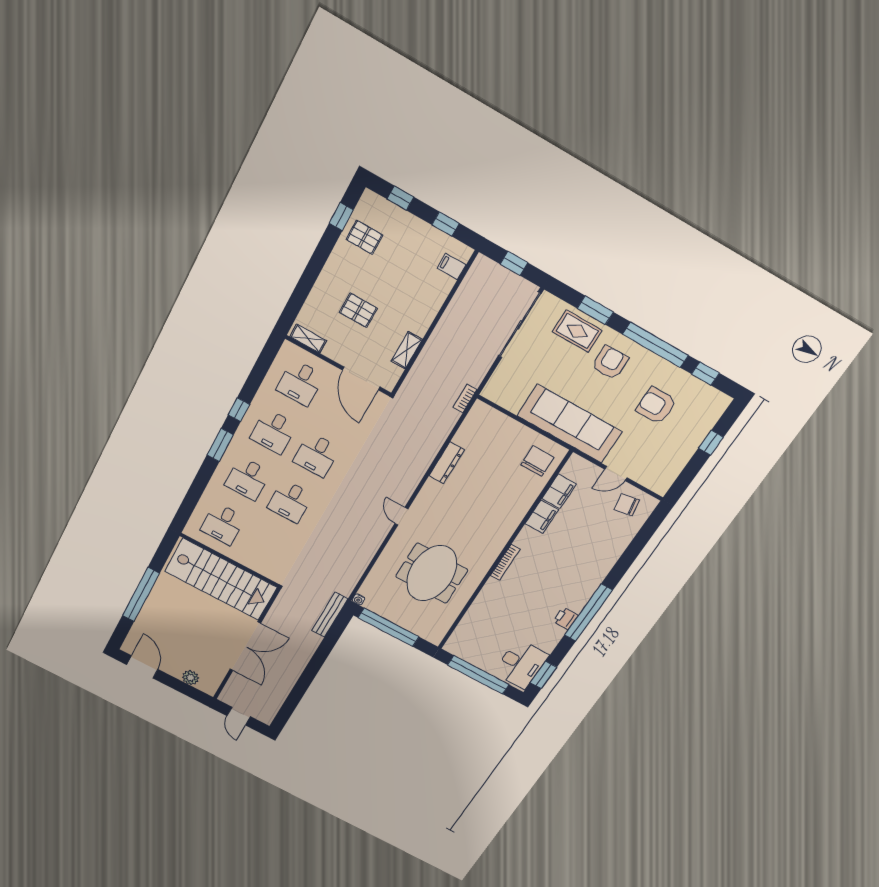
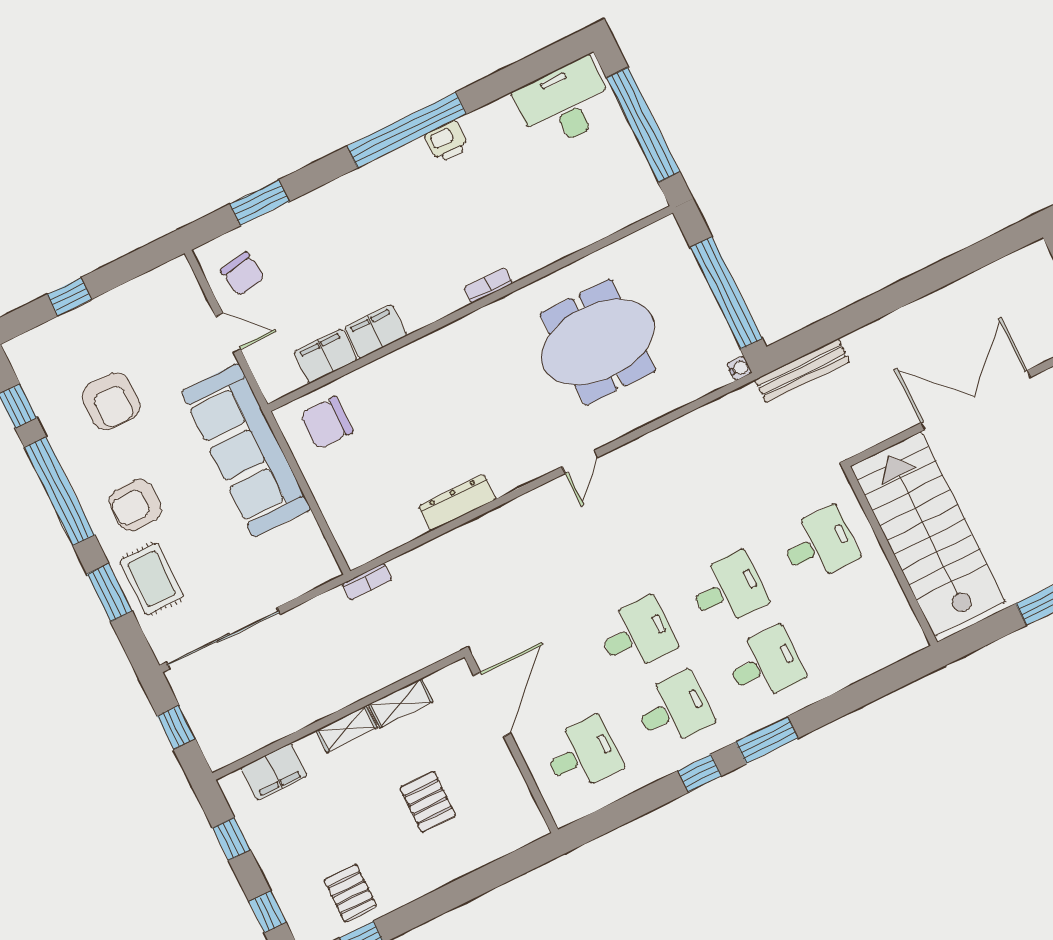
filing cabinet: (452, 266) -> (274, 772), width x2.00
shelving: (308, 339) -> (347, 729), moved, turned 90
desk: (223, 524) -> (819, 545), moved
bookcase: (505, 562) -> (488, 286), width x0.64
window: (543, 675) -> (259, 203), moved

